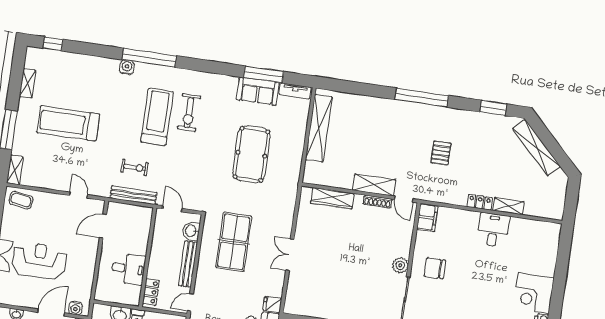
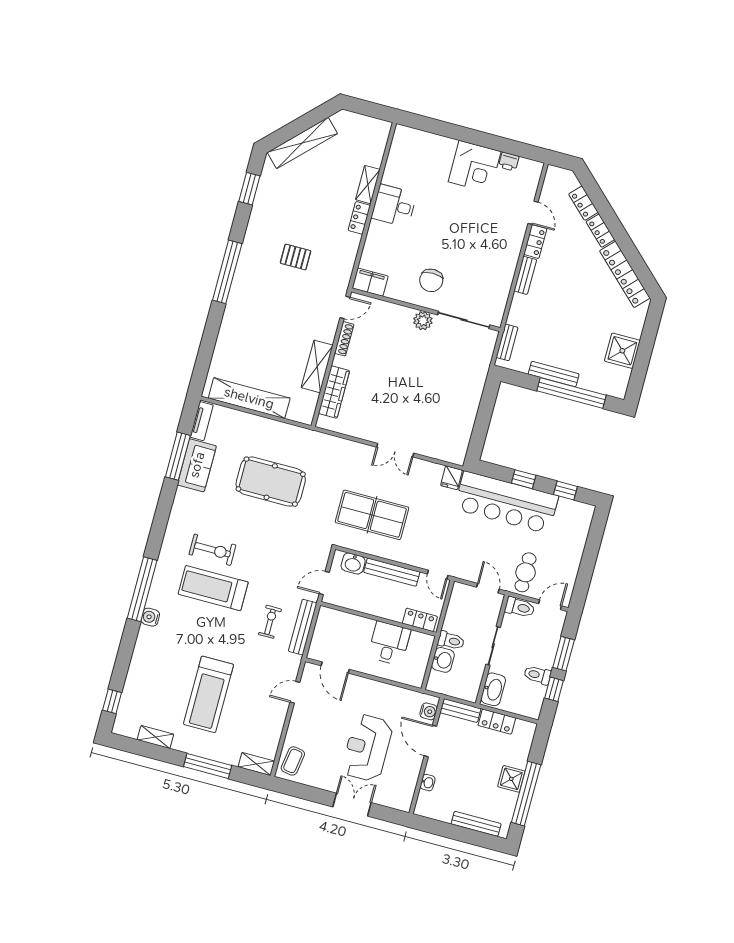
shelving: (374, 185) -> (317, 366), moved

